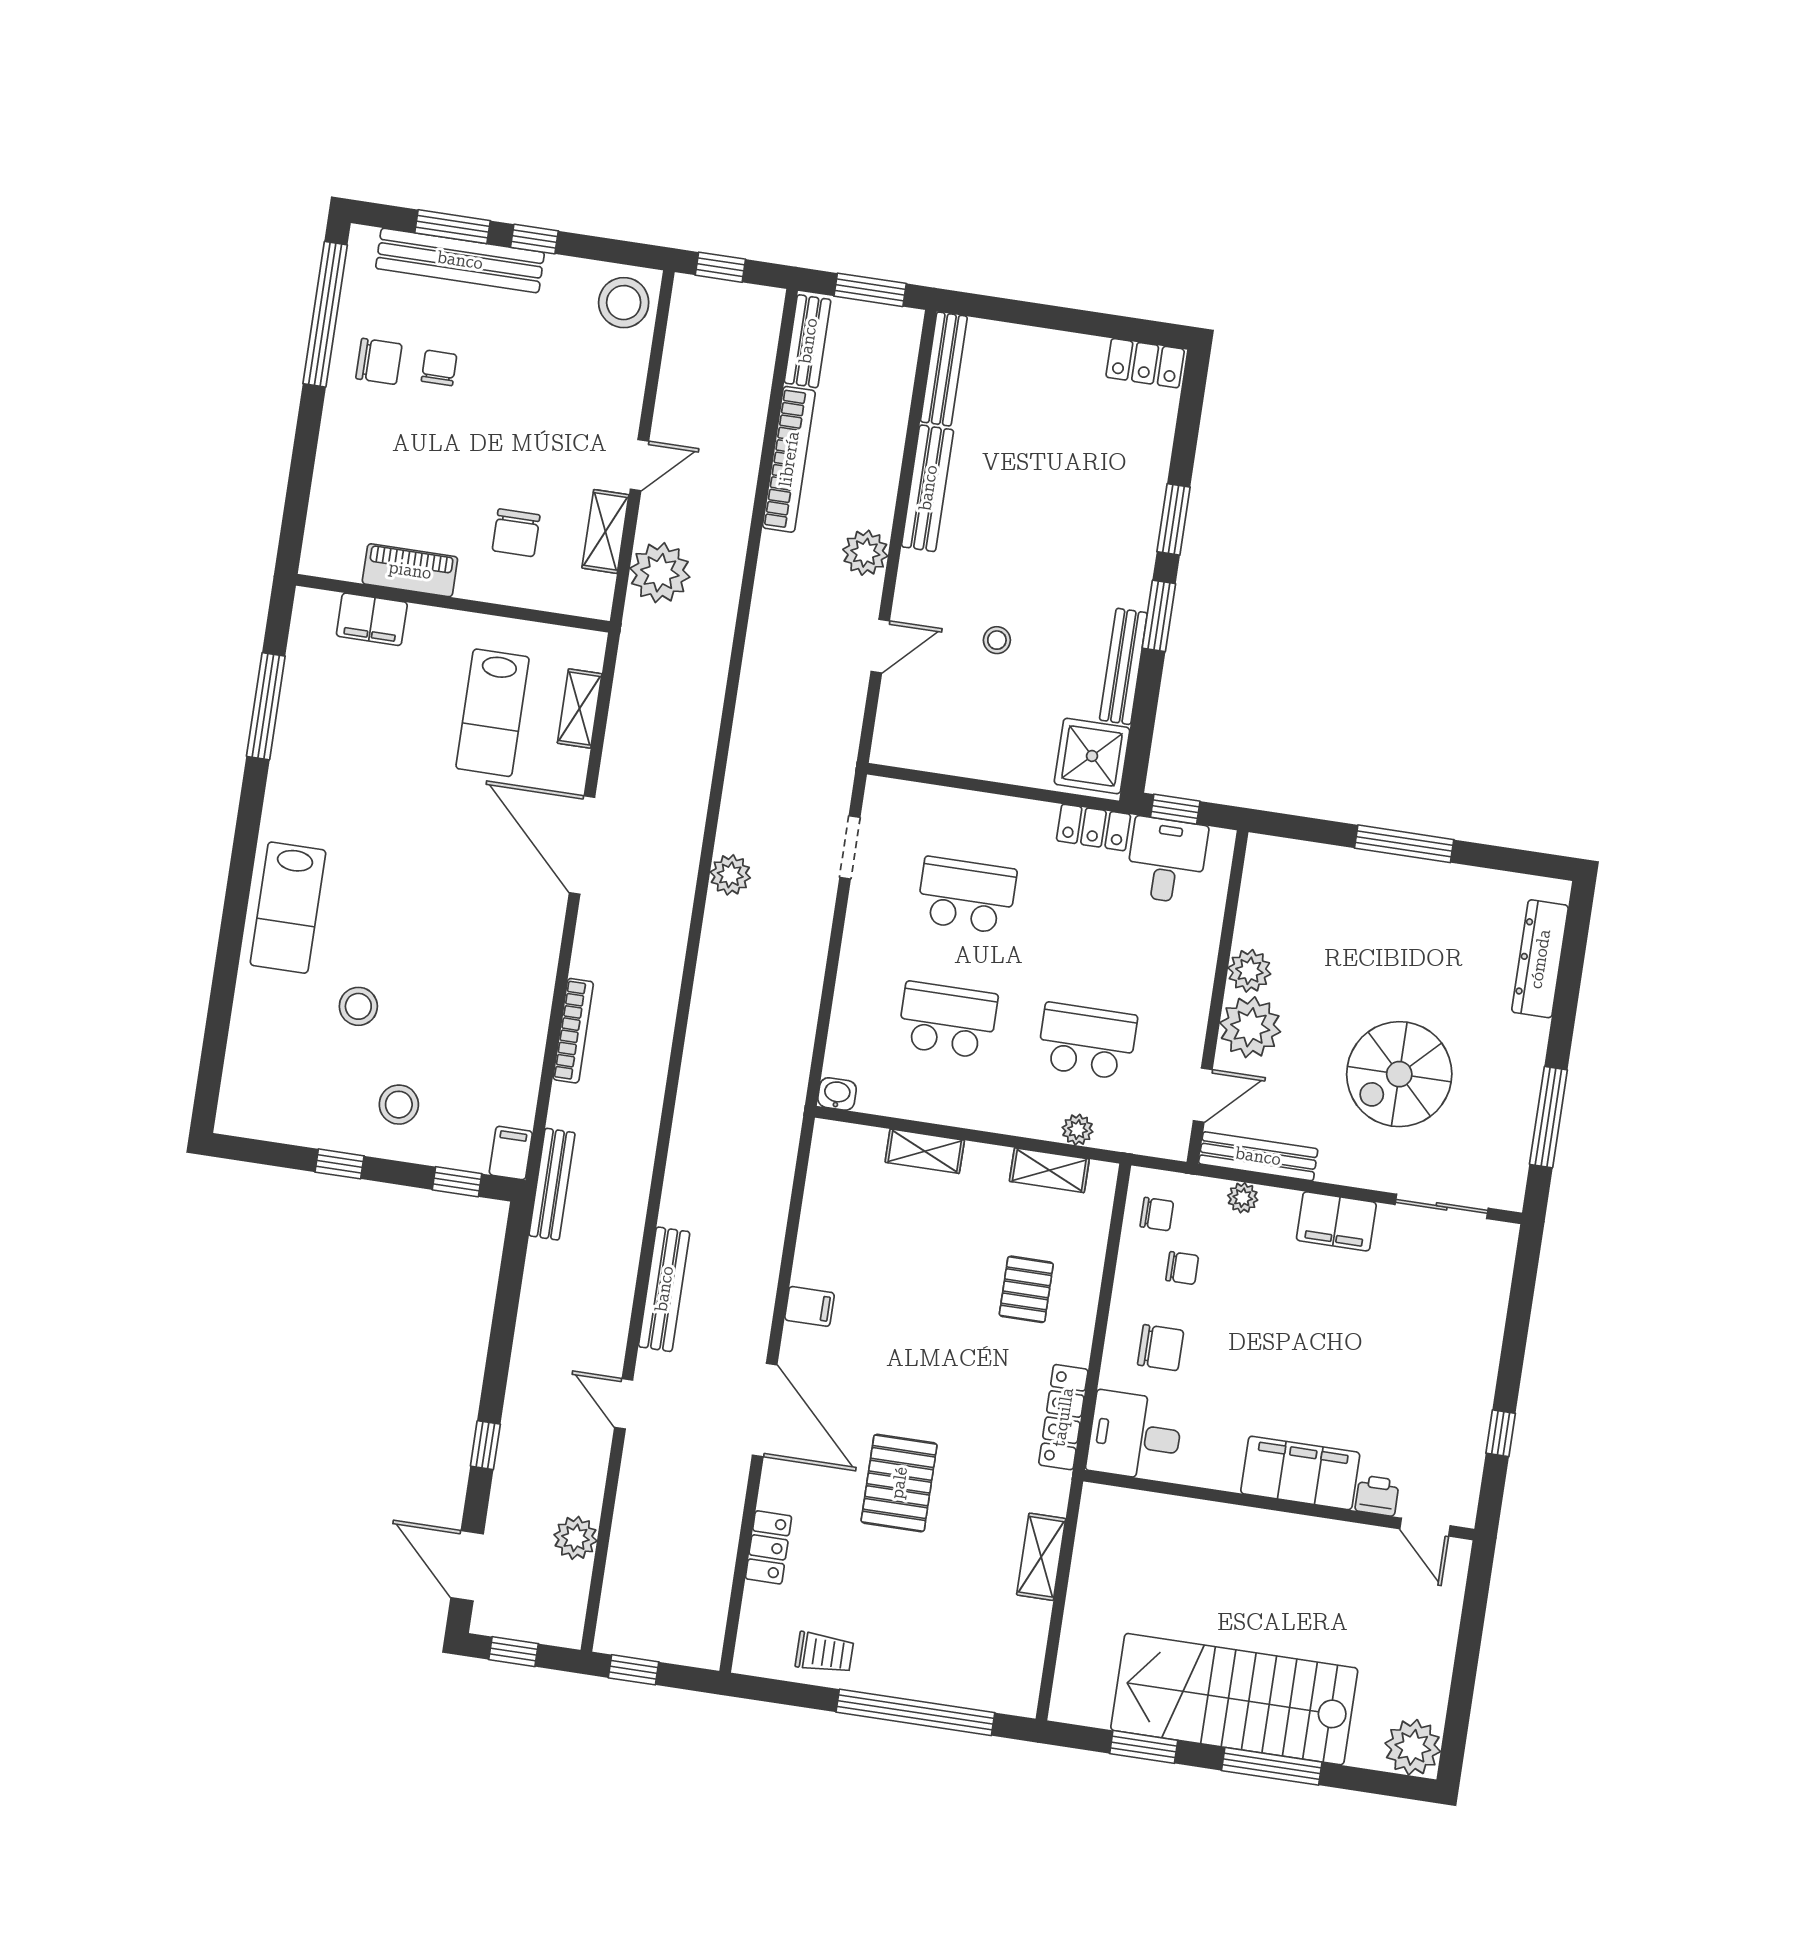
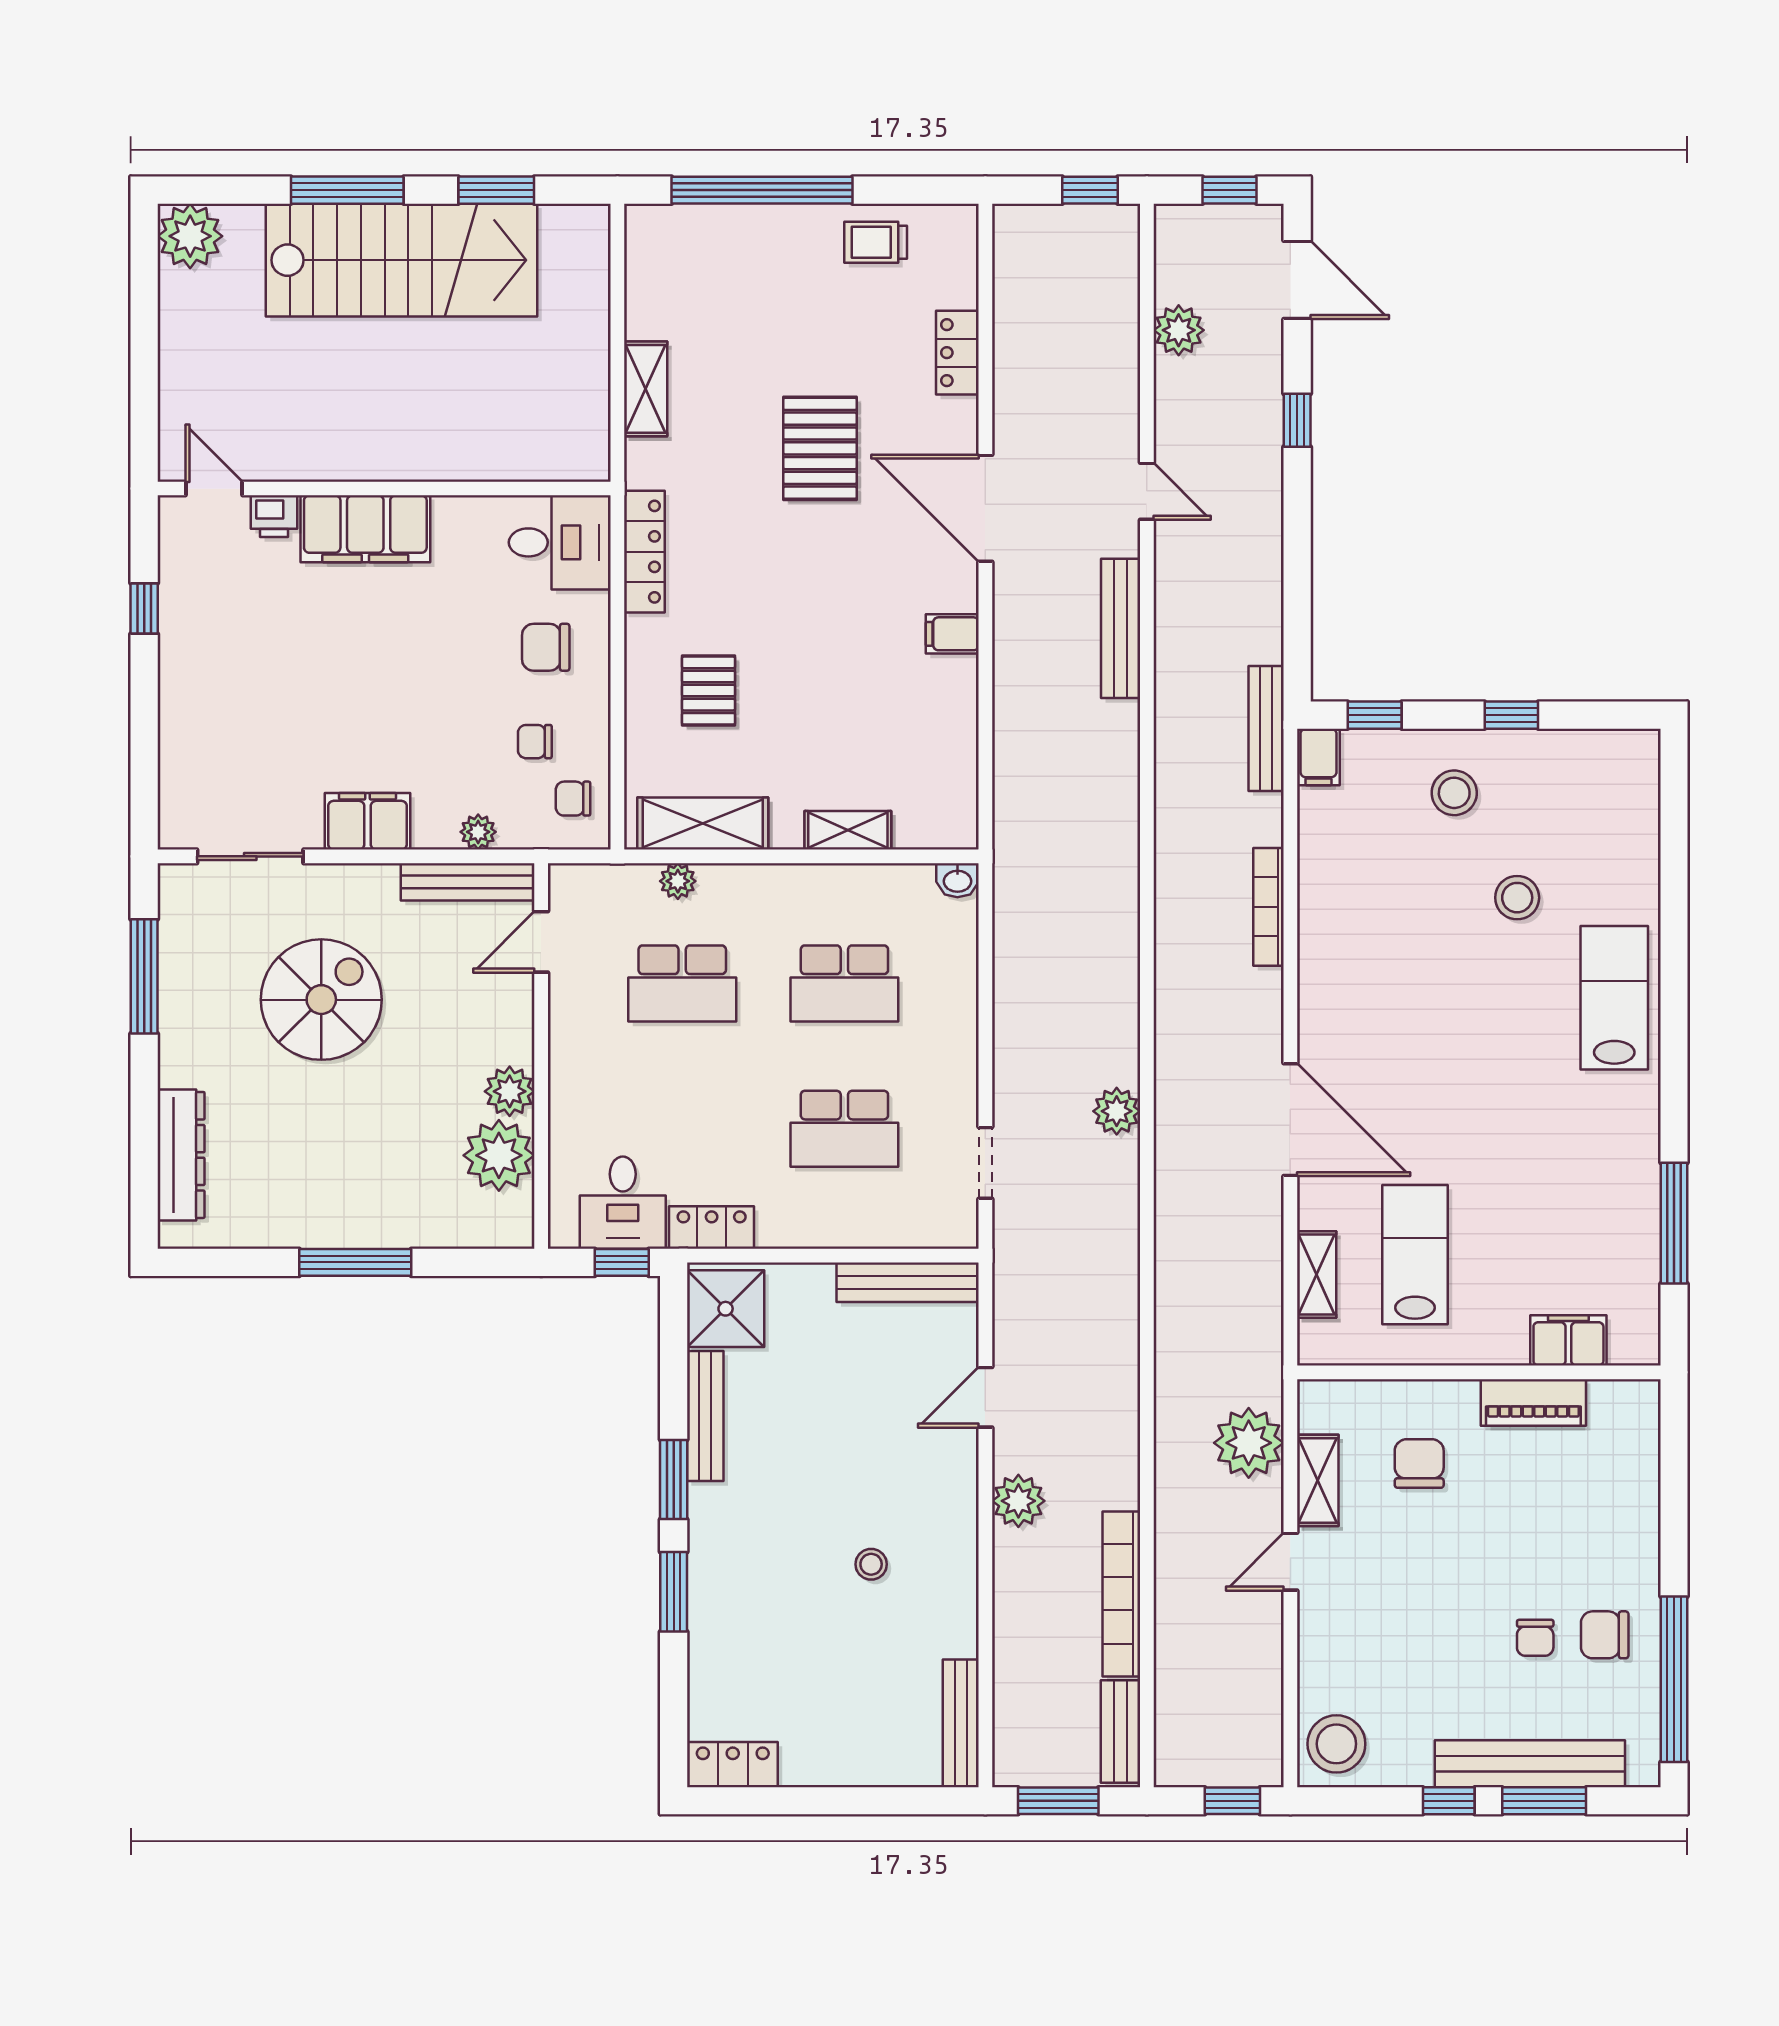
bench: (928, 488) -> (908, 1282), moved, turned 90
stool: (997, 640) -> (871, 1564), moved
plant: (1250, 1027) -> (499, 1155), moved
shelving: (1049, 1170) -> (703, 824), width x1.50, depth x1.33

